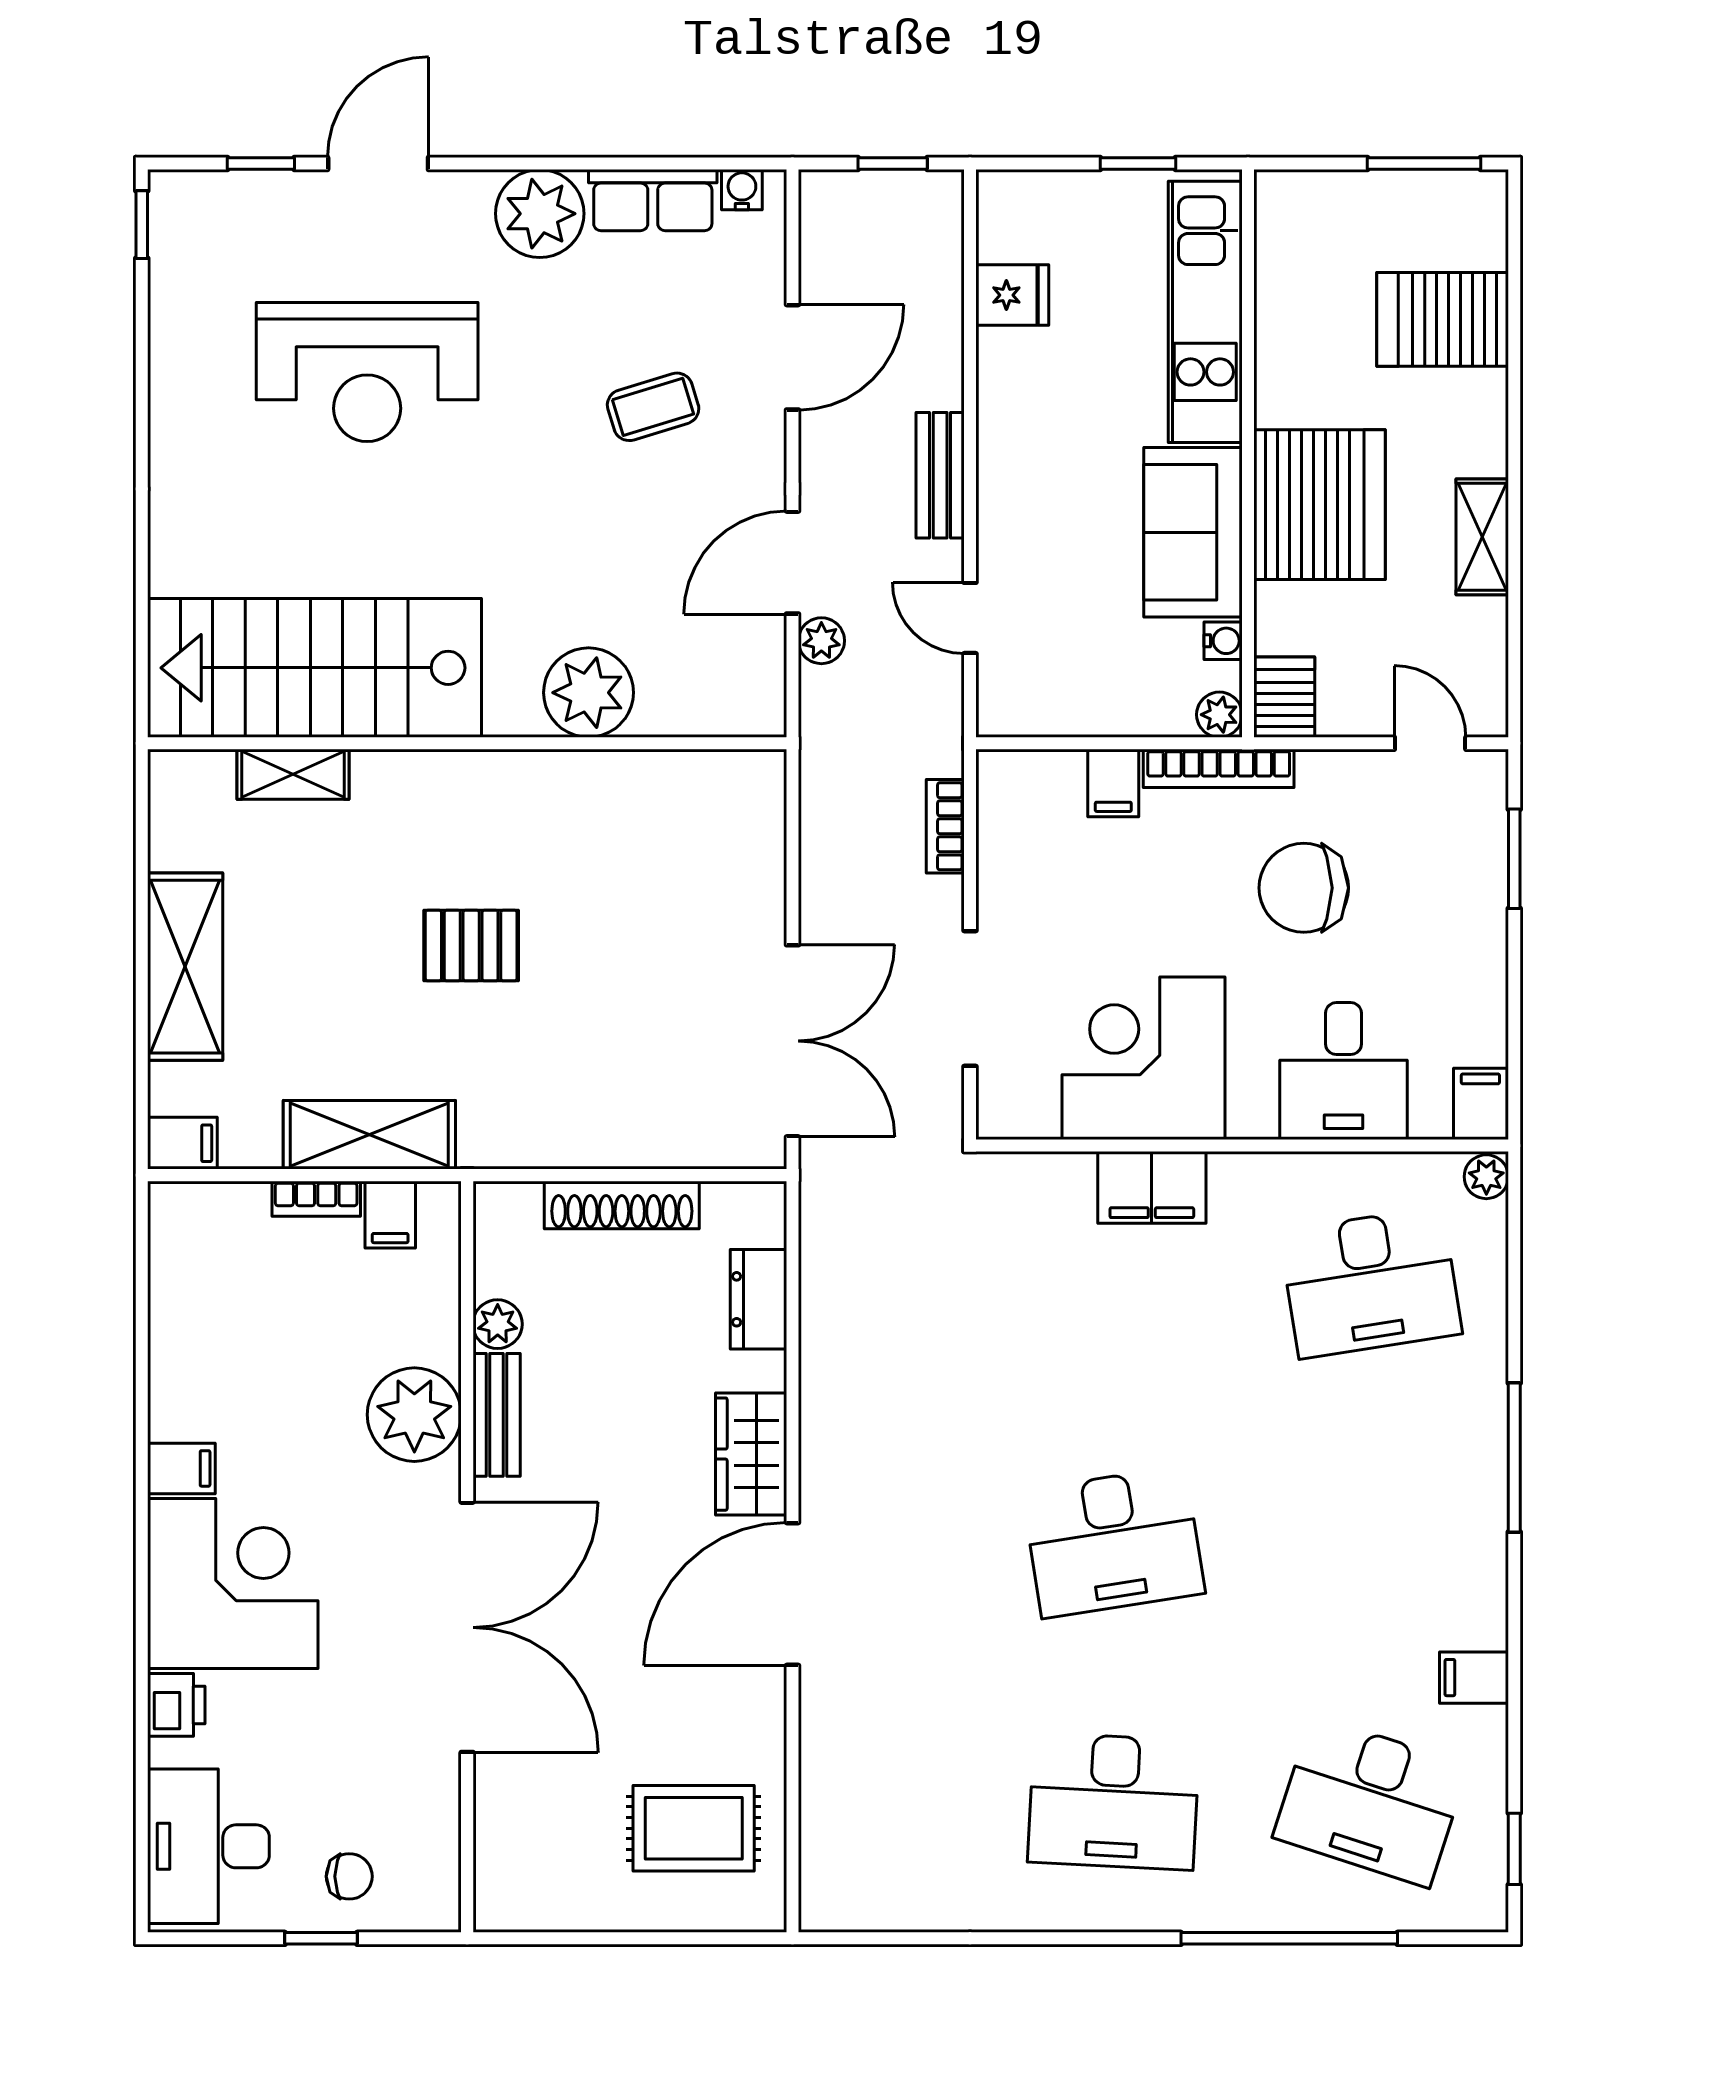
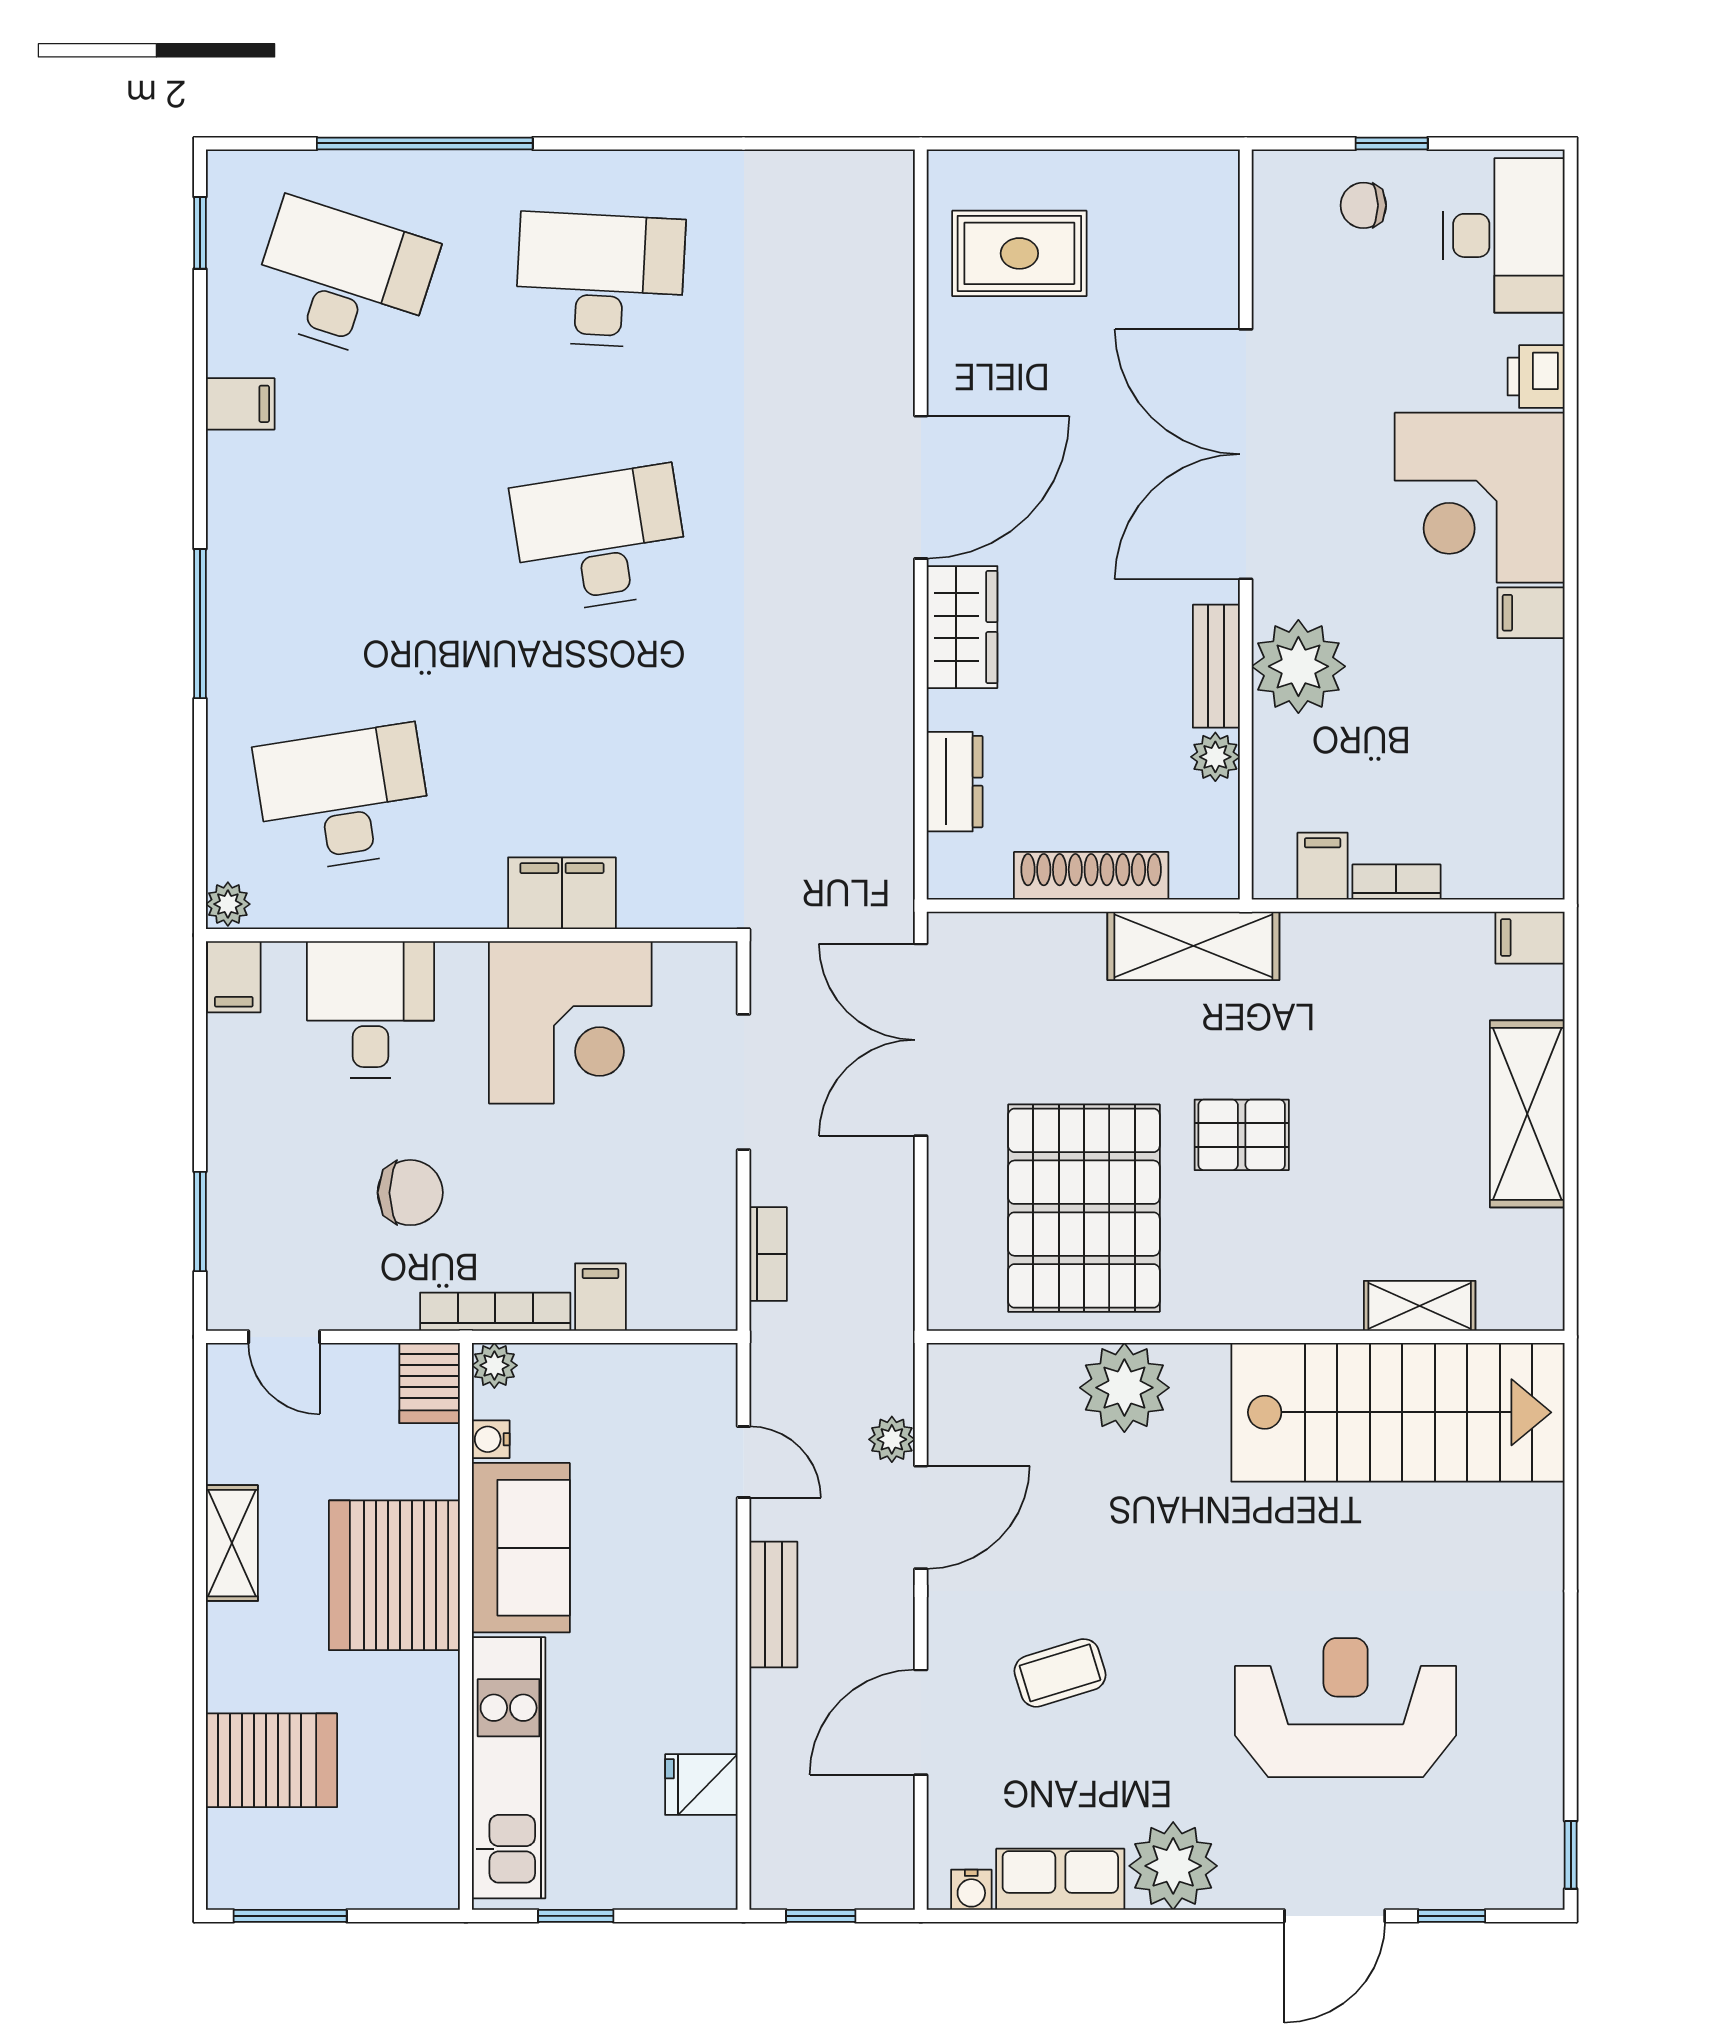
pallet: (629, 872) -> (1084, 1208), added
chair: (1304, 888) -> (410, 1193), width x0.73, depth x0.73
shelving: (369, 1135) -> (1193, 946), moved

